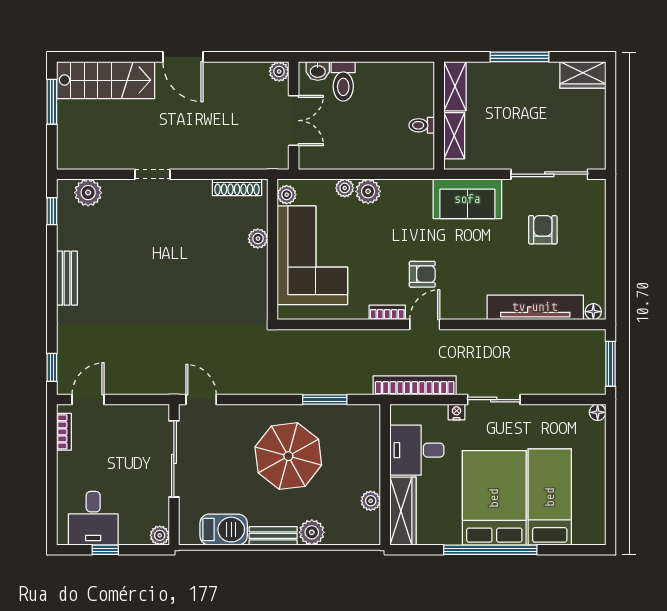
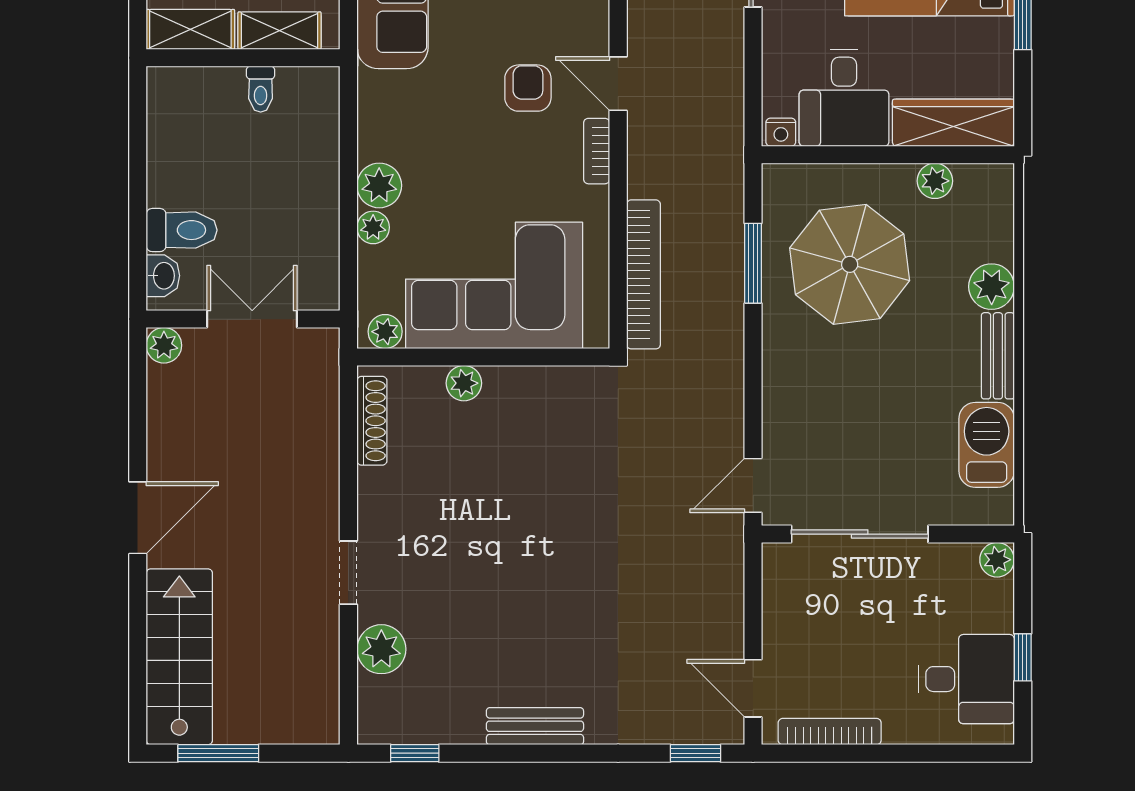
plant: (88, 193) -> (381, 649), moved
bookcase: (415, 385) -> (644, 274), moved, turned 180
nightstand: (457, 412) -> (781, 132), moved, turned -90
bookcase: (64, 432) -> (830, 732), width x1.56
parasol: (288, 456) -> (850, 264), moved

